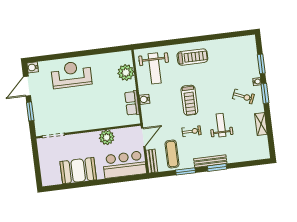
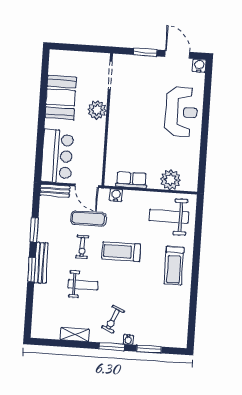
water cooler: (144, 99) -> (116, 195), moved
plant: (107, 137) -> (97, 110), moved
exercise mat: (172, 154) -> (88, 219), moved

